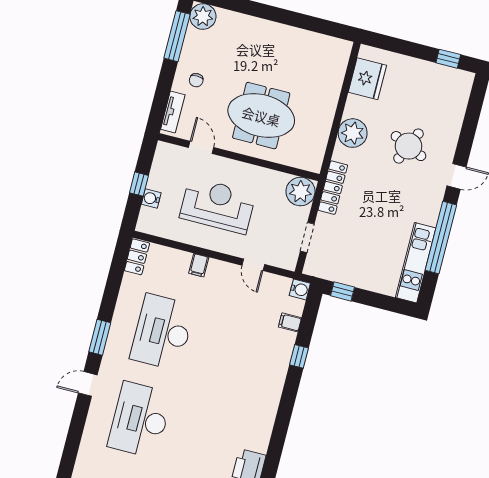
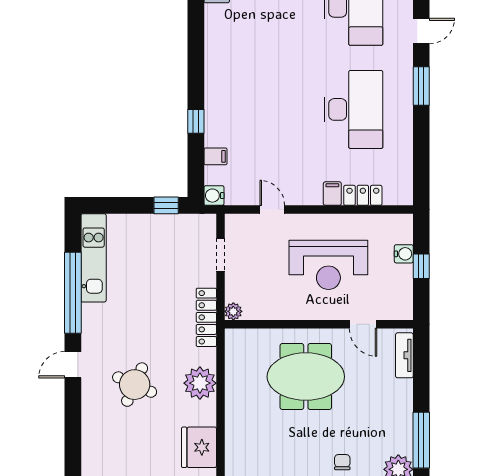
chair: (196, 80) -> (342, 462), moved
plant: (300, 192) -> (233, 311), width x0.53, depth x0.53
locker: (137, 257) -> (363, 195), moved, turned 90

